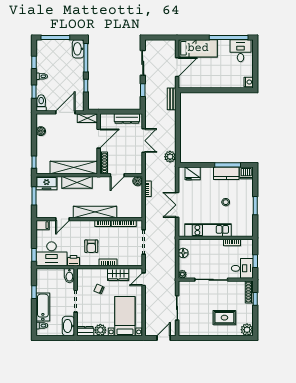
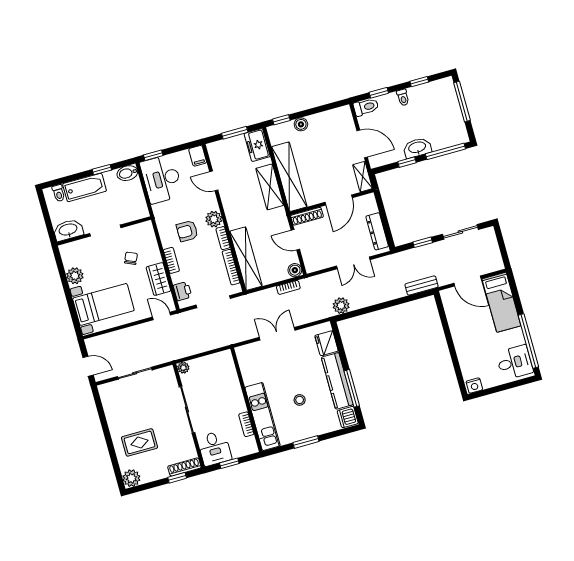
washbasin: (78, 49) -> (417, 148), moved
boiler: (41, 131) -> (301, 124), moved
door: (99, 139) -> (339, 200), hinge flipped
kitchen counter: (226, 173) -> (337, 381), width x1.50
shelving: (95, 212) -> (246, 259), moved
plant: (88, 226) -> (214, 219), added
kitchen unit: (208, 230) -> (263, 417), moved
floor lamp: (183, 253) -> (213, 361), removed
printer: (74, 261) -> (182, 291), moved
bidet: (69, 276) -> (127, 173), moved
rug: (224, 318) -> (140, 442), turned 90
dresser: (85, 331) -> (67, 255), removed

